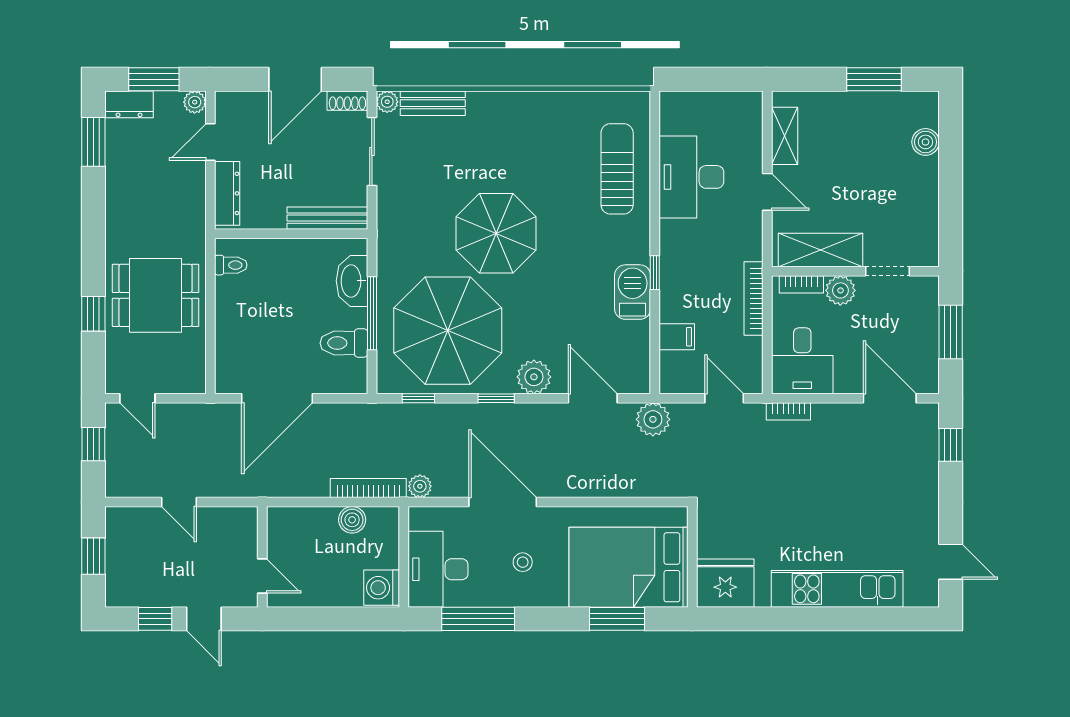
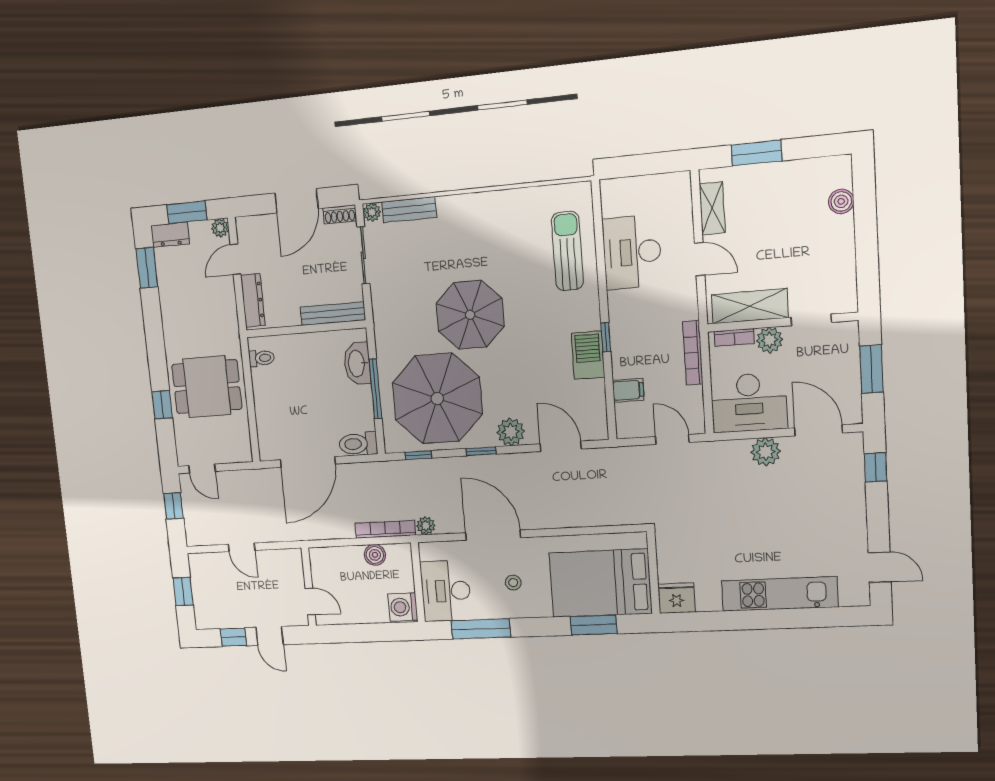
window: (874, 79) -> (756, 153), moved
toilet: (344, 343) -> (358, 444), moved
desk: (802, 361) -> (749, 403), width x1.37
bookcase: (788, 411) -> (729, 447), removed
plant: (653, 419) -> (766, 452), moved
fridge: (725, 583) -> (676, 598), width x0.73, depth x0.75

